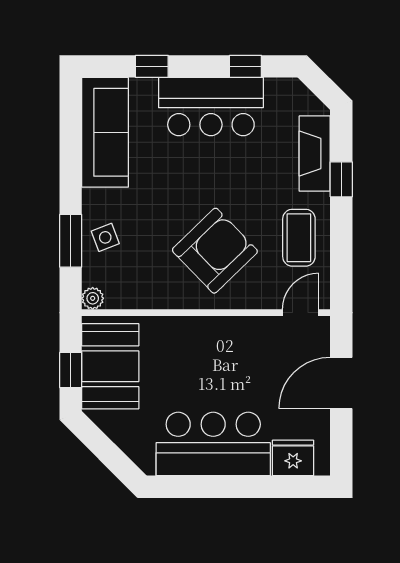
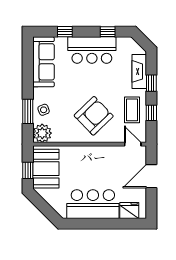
window: (341, 244) -> (151, 113), added
plant: (93, 298) -> (42, 133), width x1.88, depth x1.88
door: (301, 313) -> (133, 144), hinge flipped

